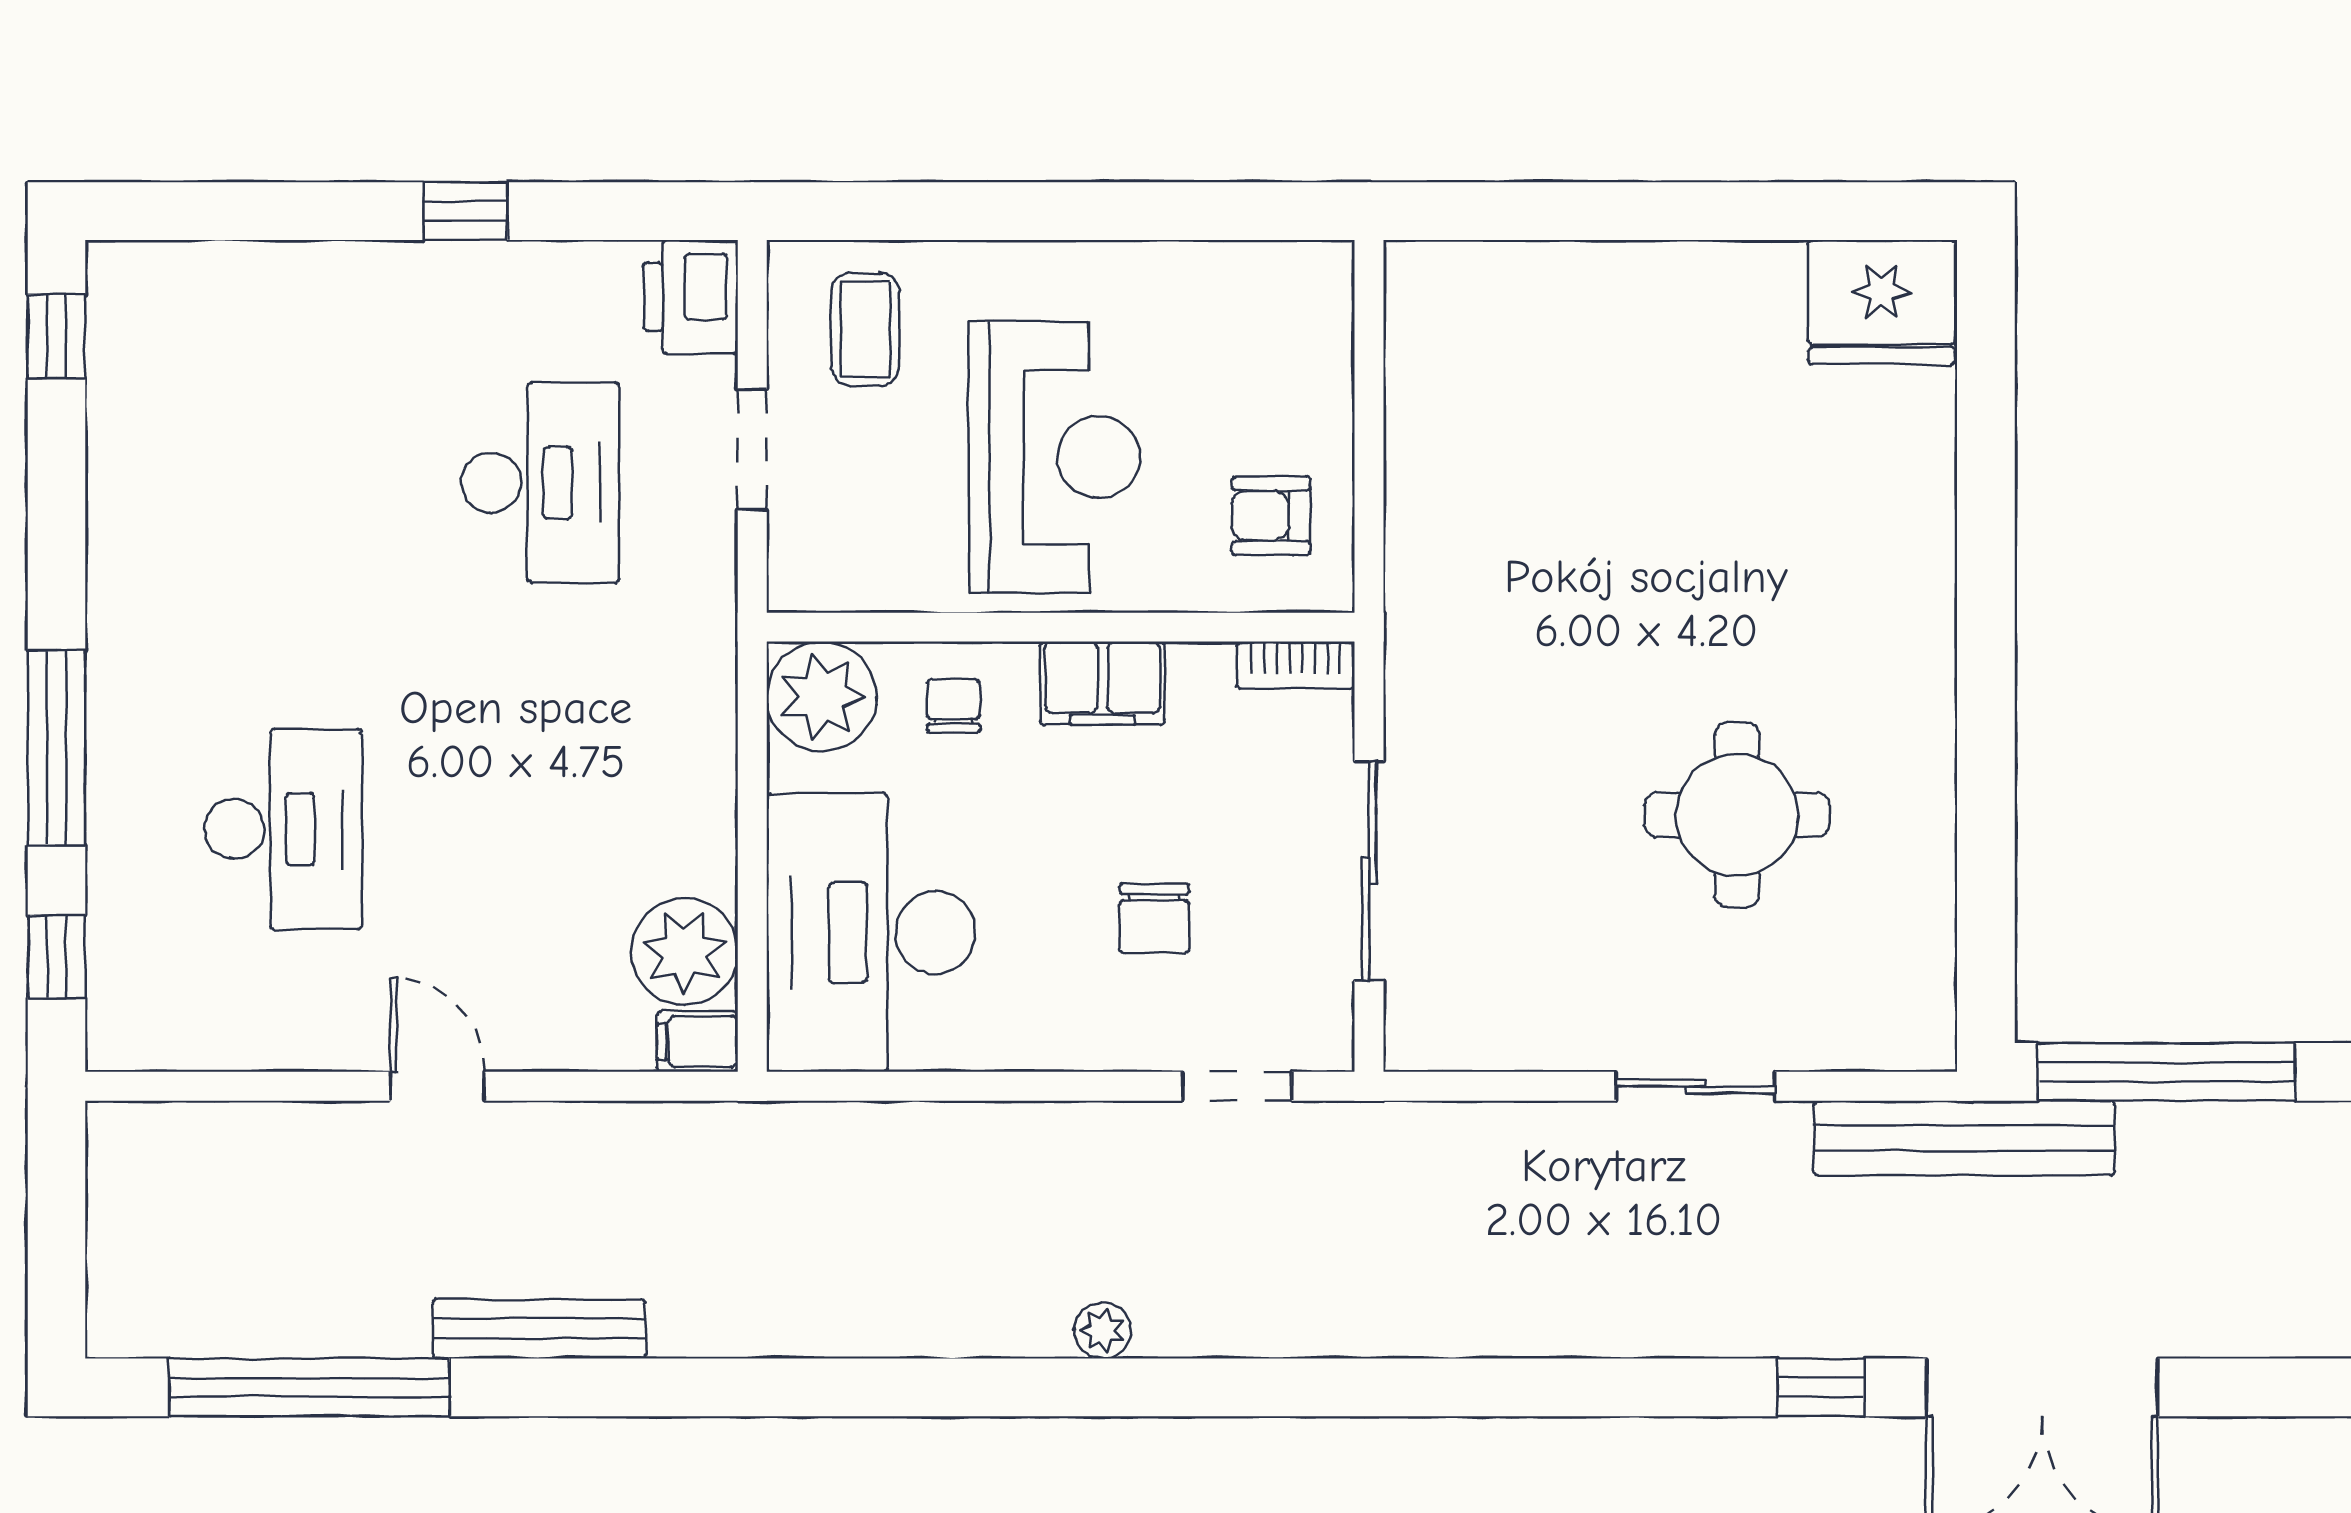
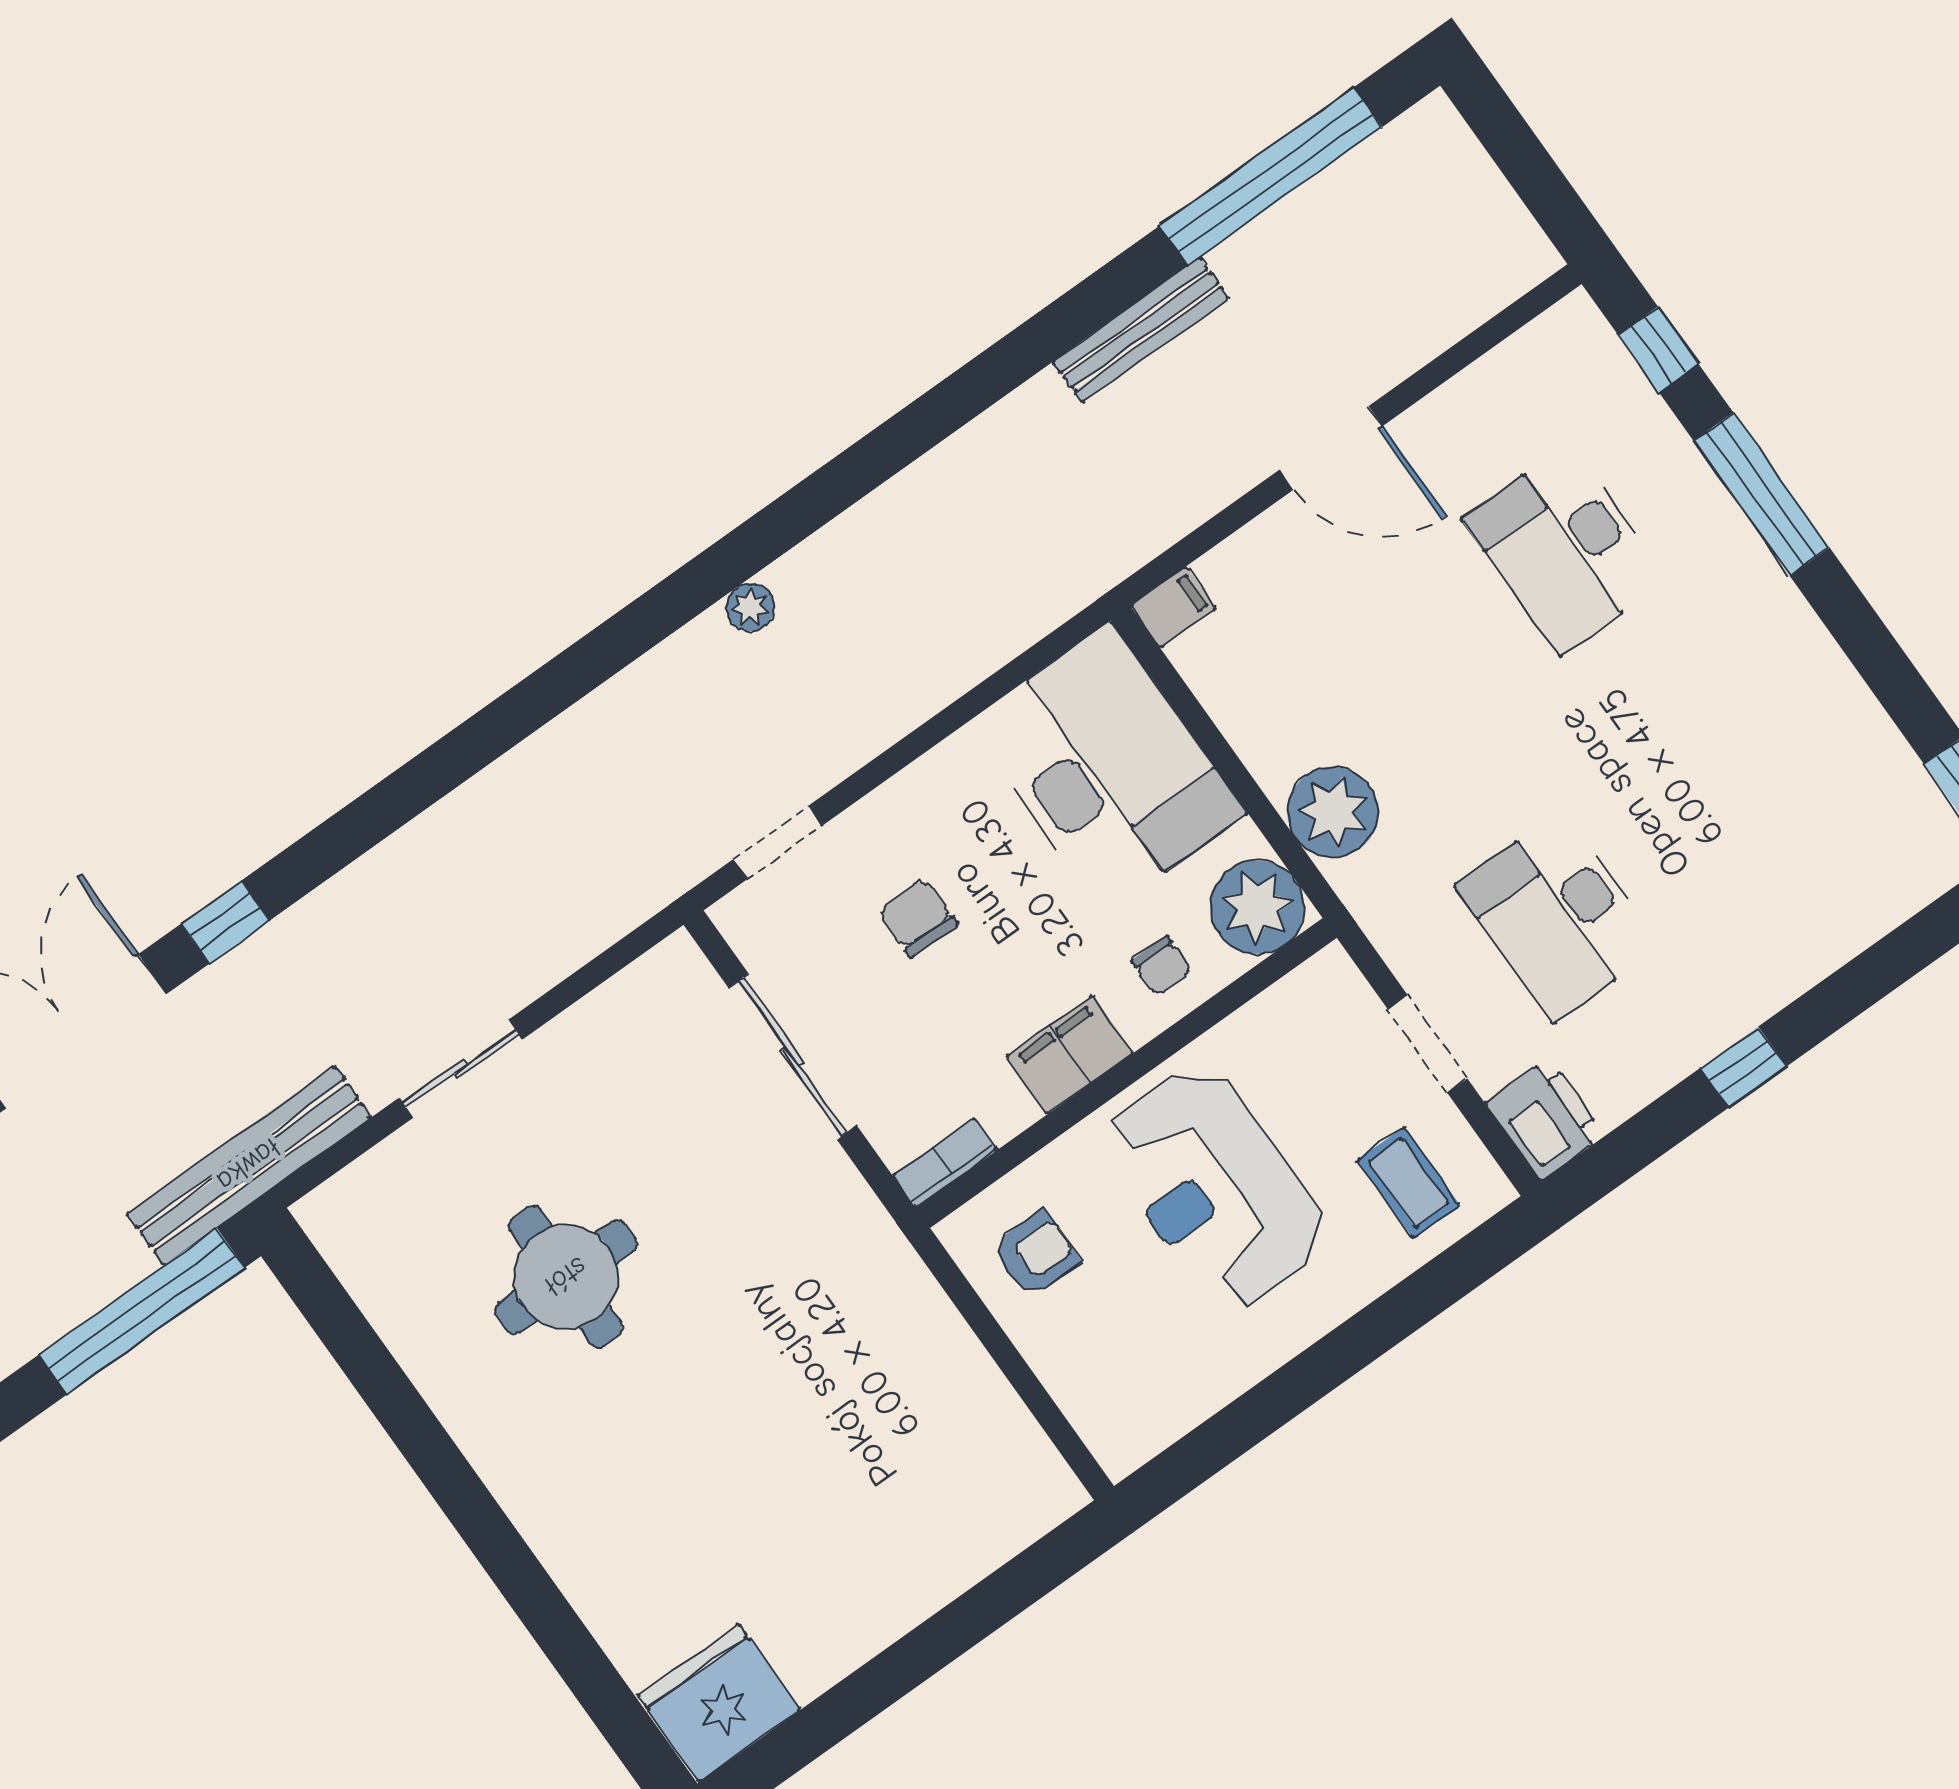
plant: (685, 952) -> (1333, 812), moved
door: (438, 1086) -> (1331, 448), width x1.38

